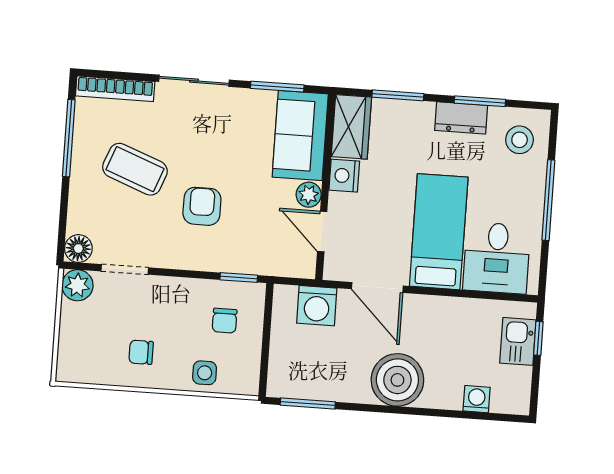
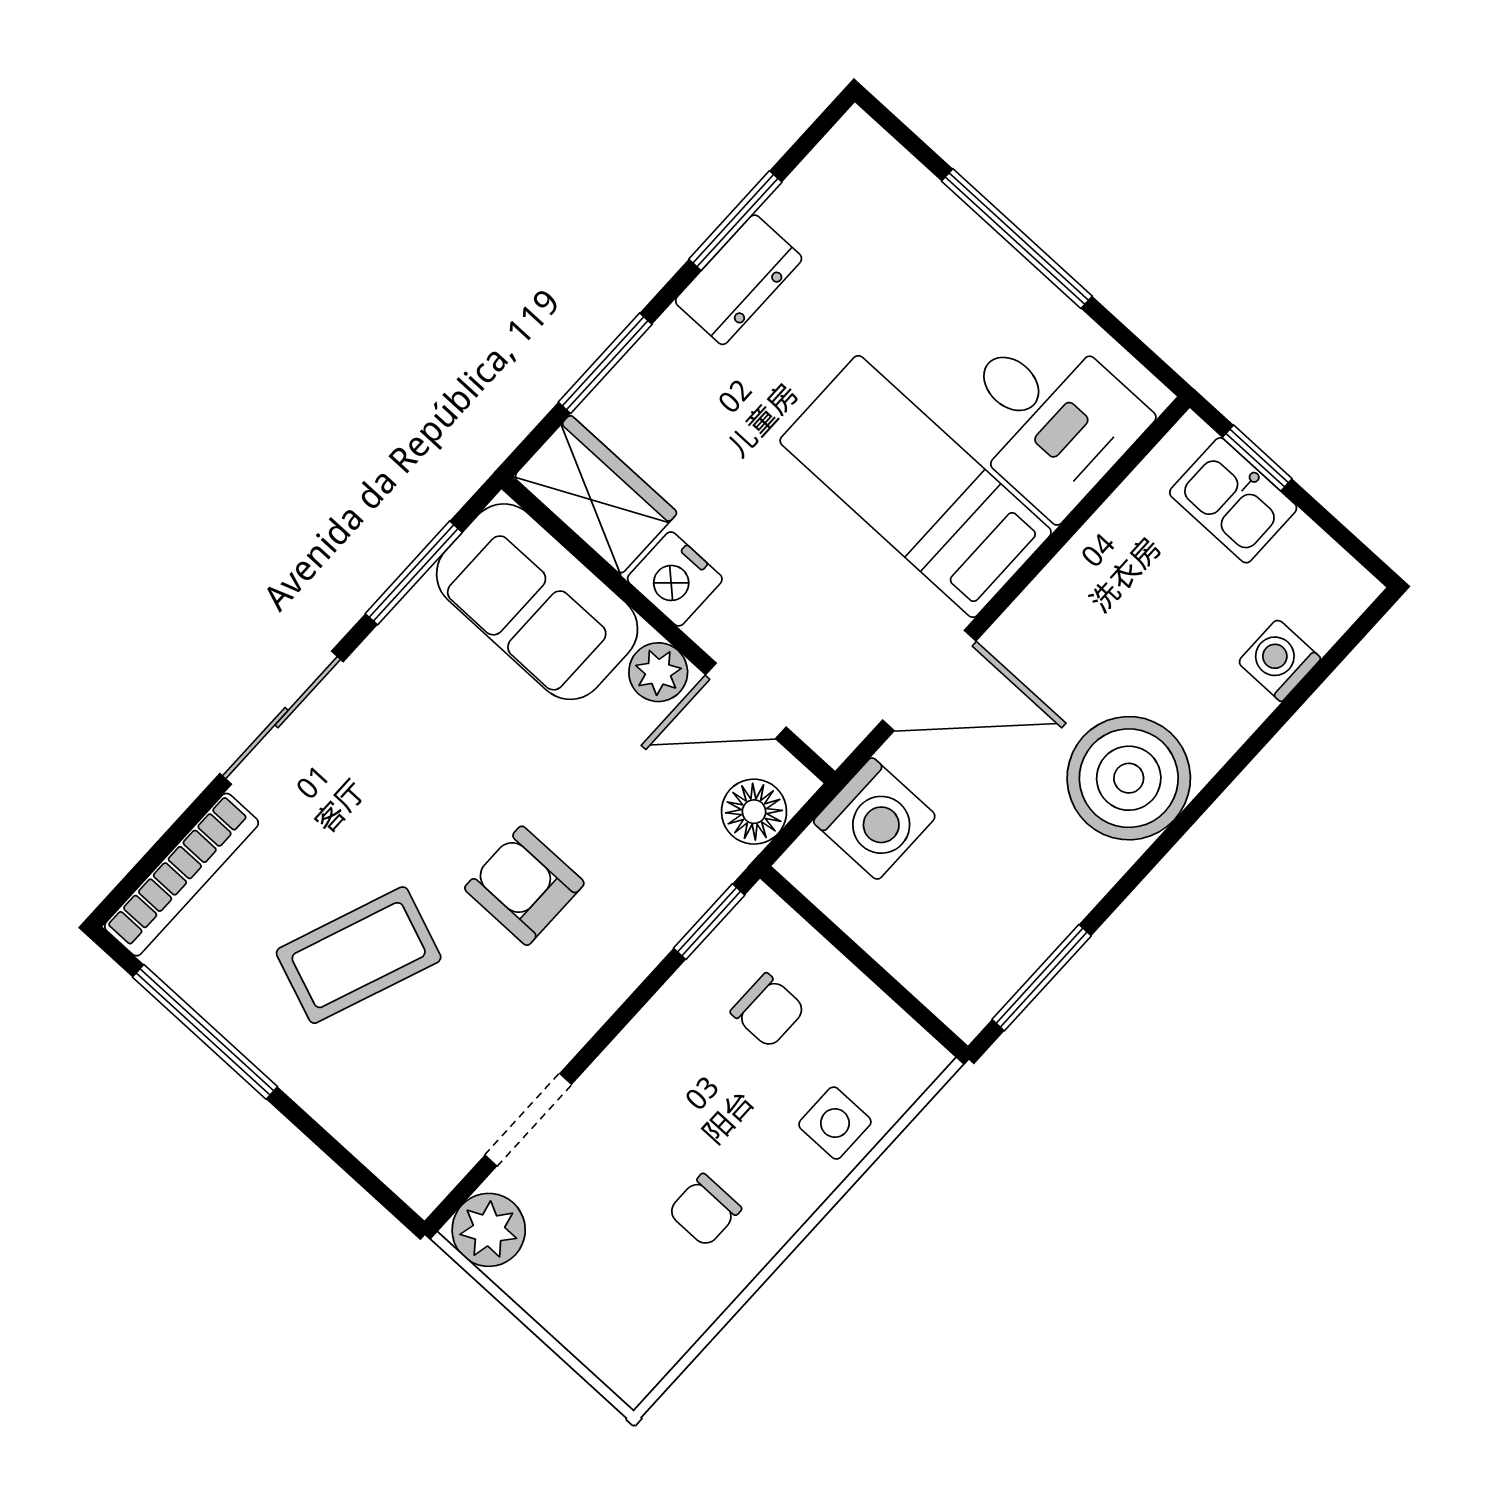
stool: (520, 140) -> (864, 204), removed
floor lamp: (78, 249) -> (754, 812), moved

